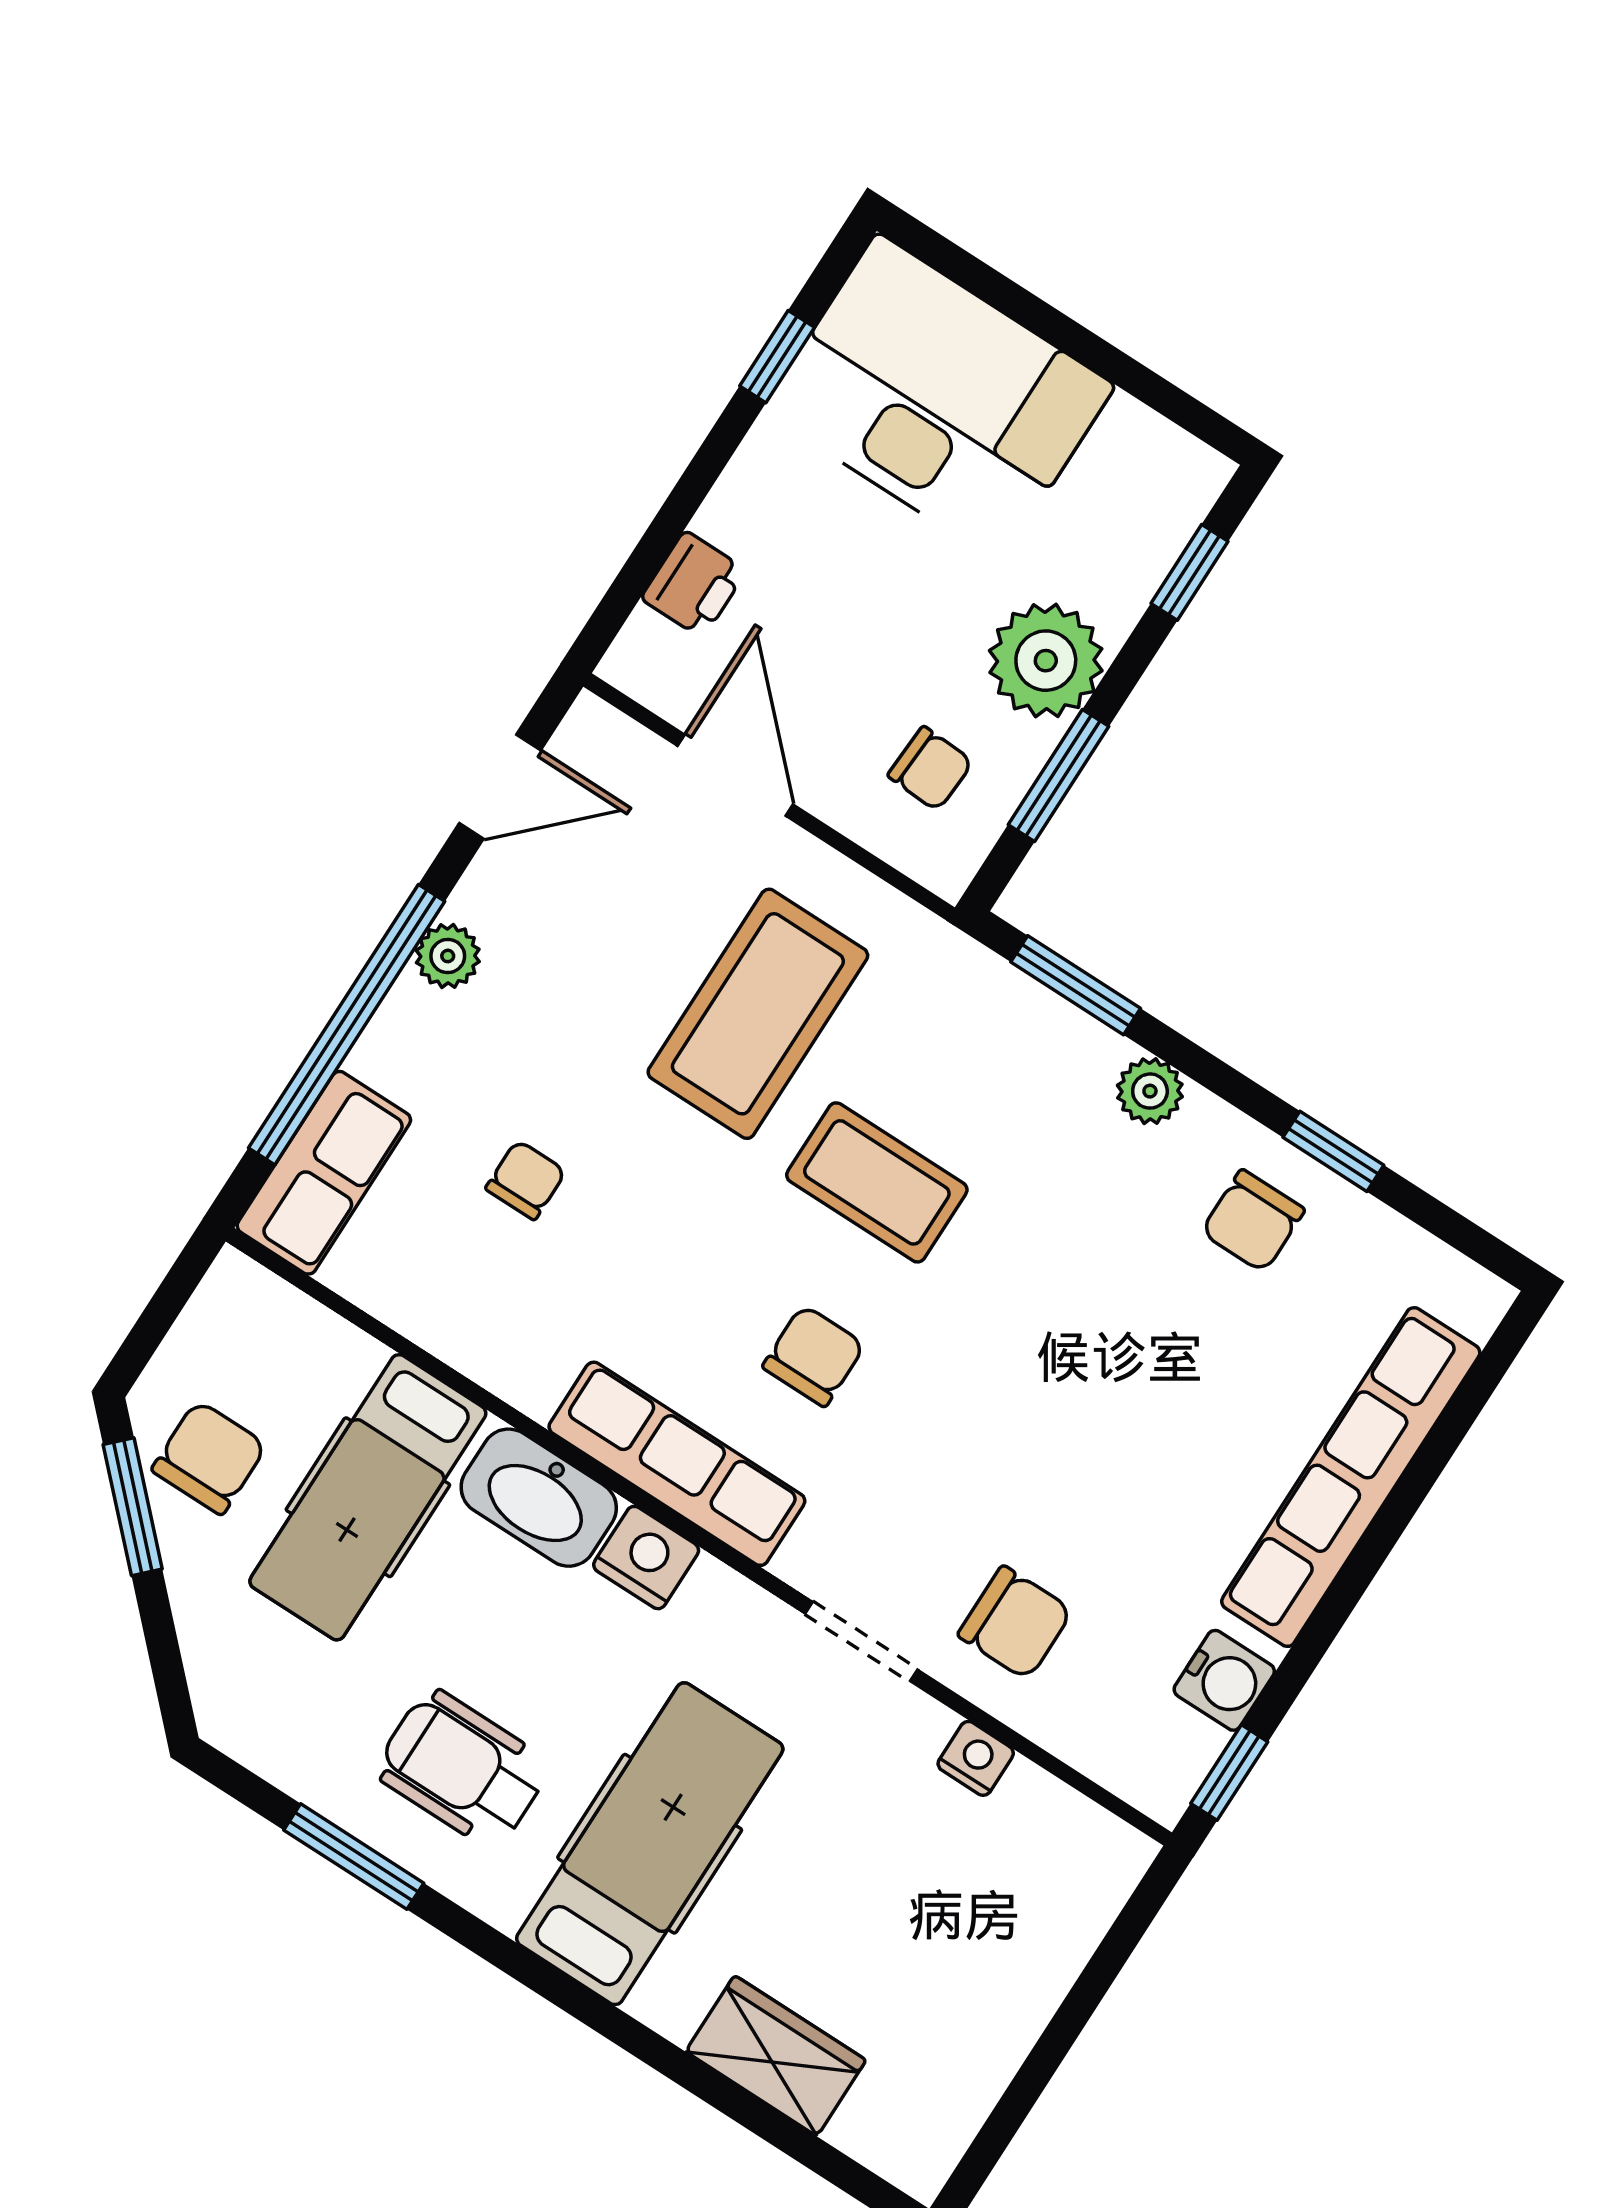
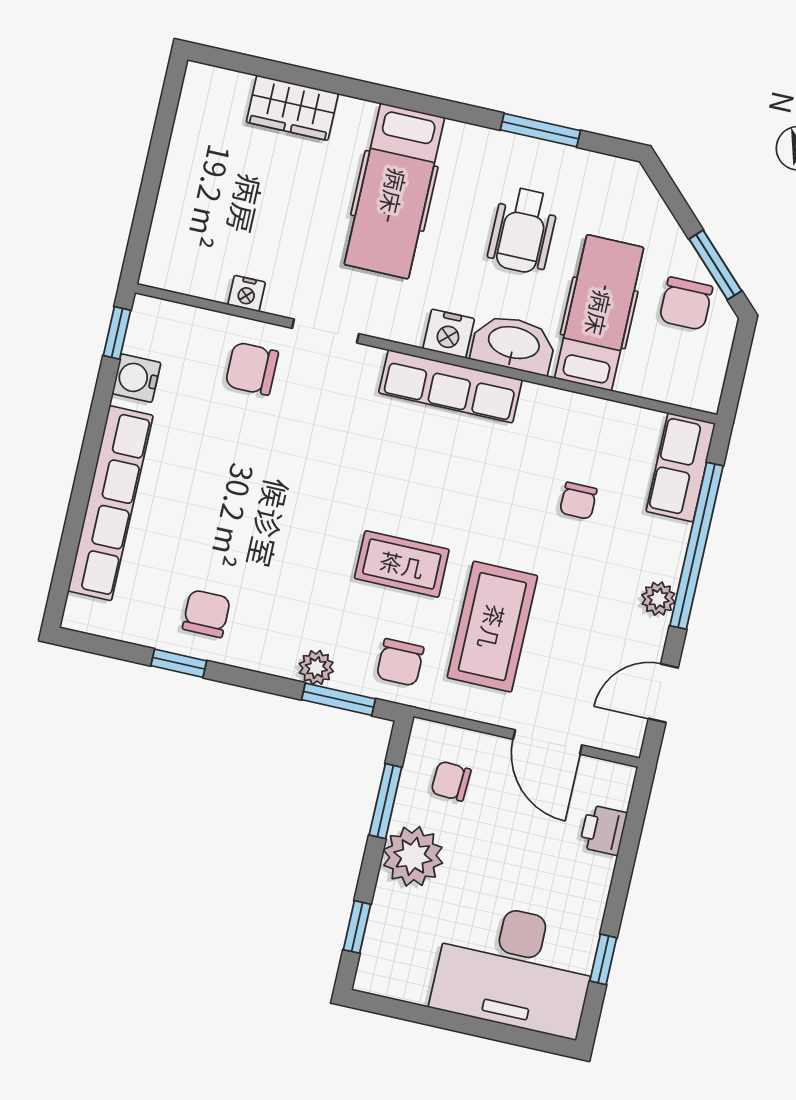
plant: (1150, 1091) -> (316, 668), moved
chair: (814, 1356) -> (400, 662), moved
wheelchair: (462, 1769) -> (523, 230), moved, turned 90

